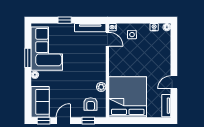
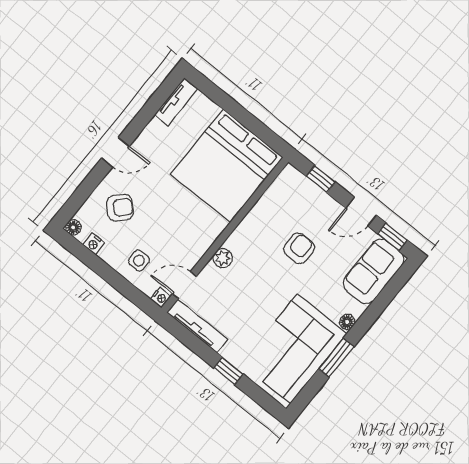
door: (107, 39) -> (184, 285), hinge flipped
armchair: (155, 49) -> (120, 208), added
door: (174, 82) -> (115, 152), moved
plant: (101, 87) -> (223, 258), moved
armchair: (91, 104) -> (299, 248), moved

